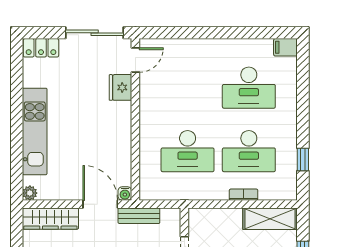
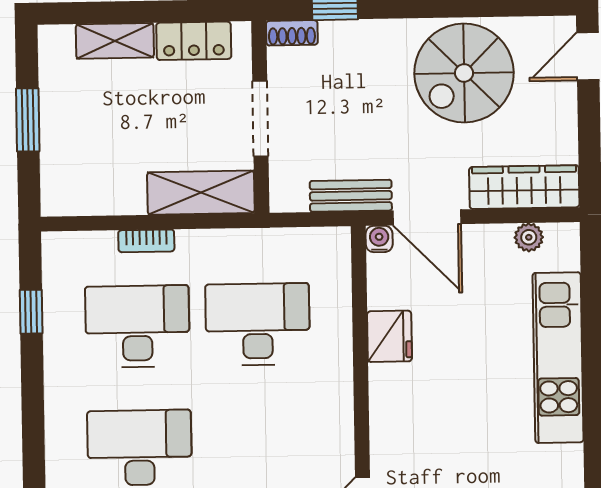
fridge: (120, 87) -> (389, 336), moved
plant: (30, 193) -> (529, 237), moved
shelving: (270, 219) -> (201, 193), moved

